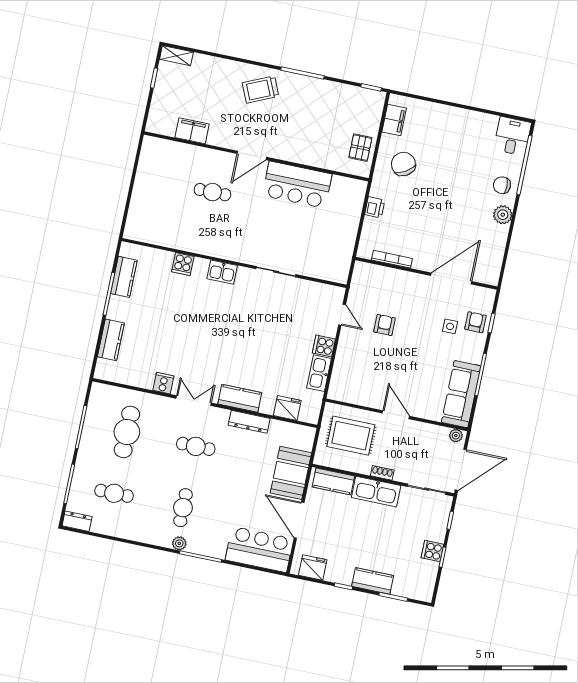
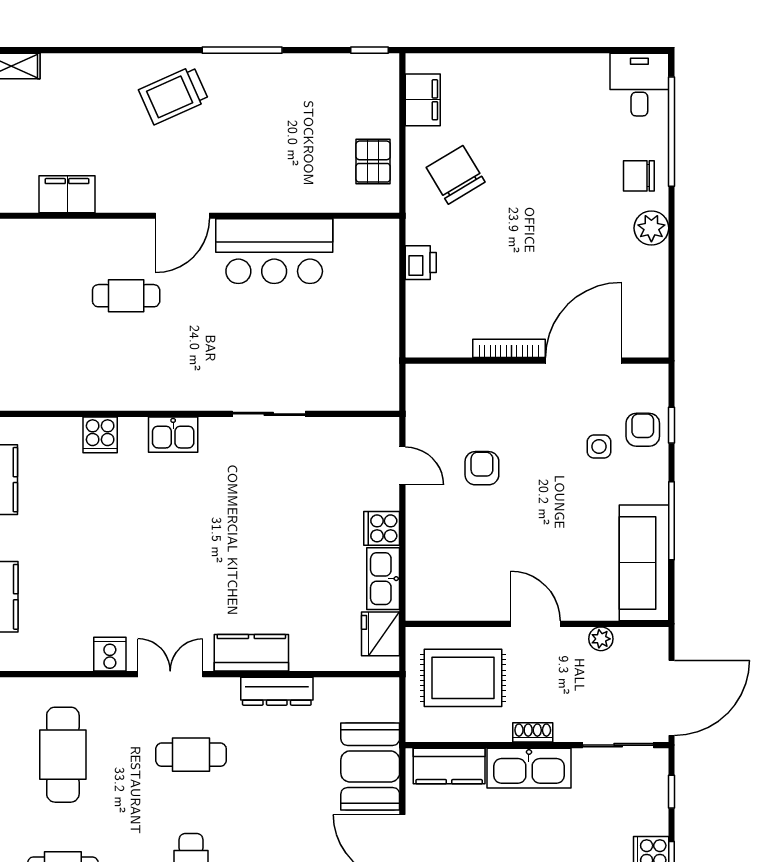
bookcase: (392, 259) -> (509, 348), moved
fridge: (287, 408) -> (381, 634), moved, turned -90
plant: (456, 436) -> (601, 639), moved

